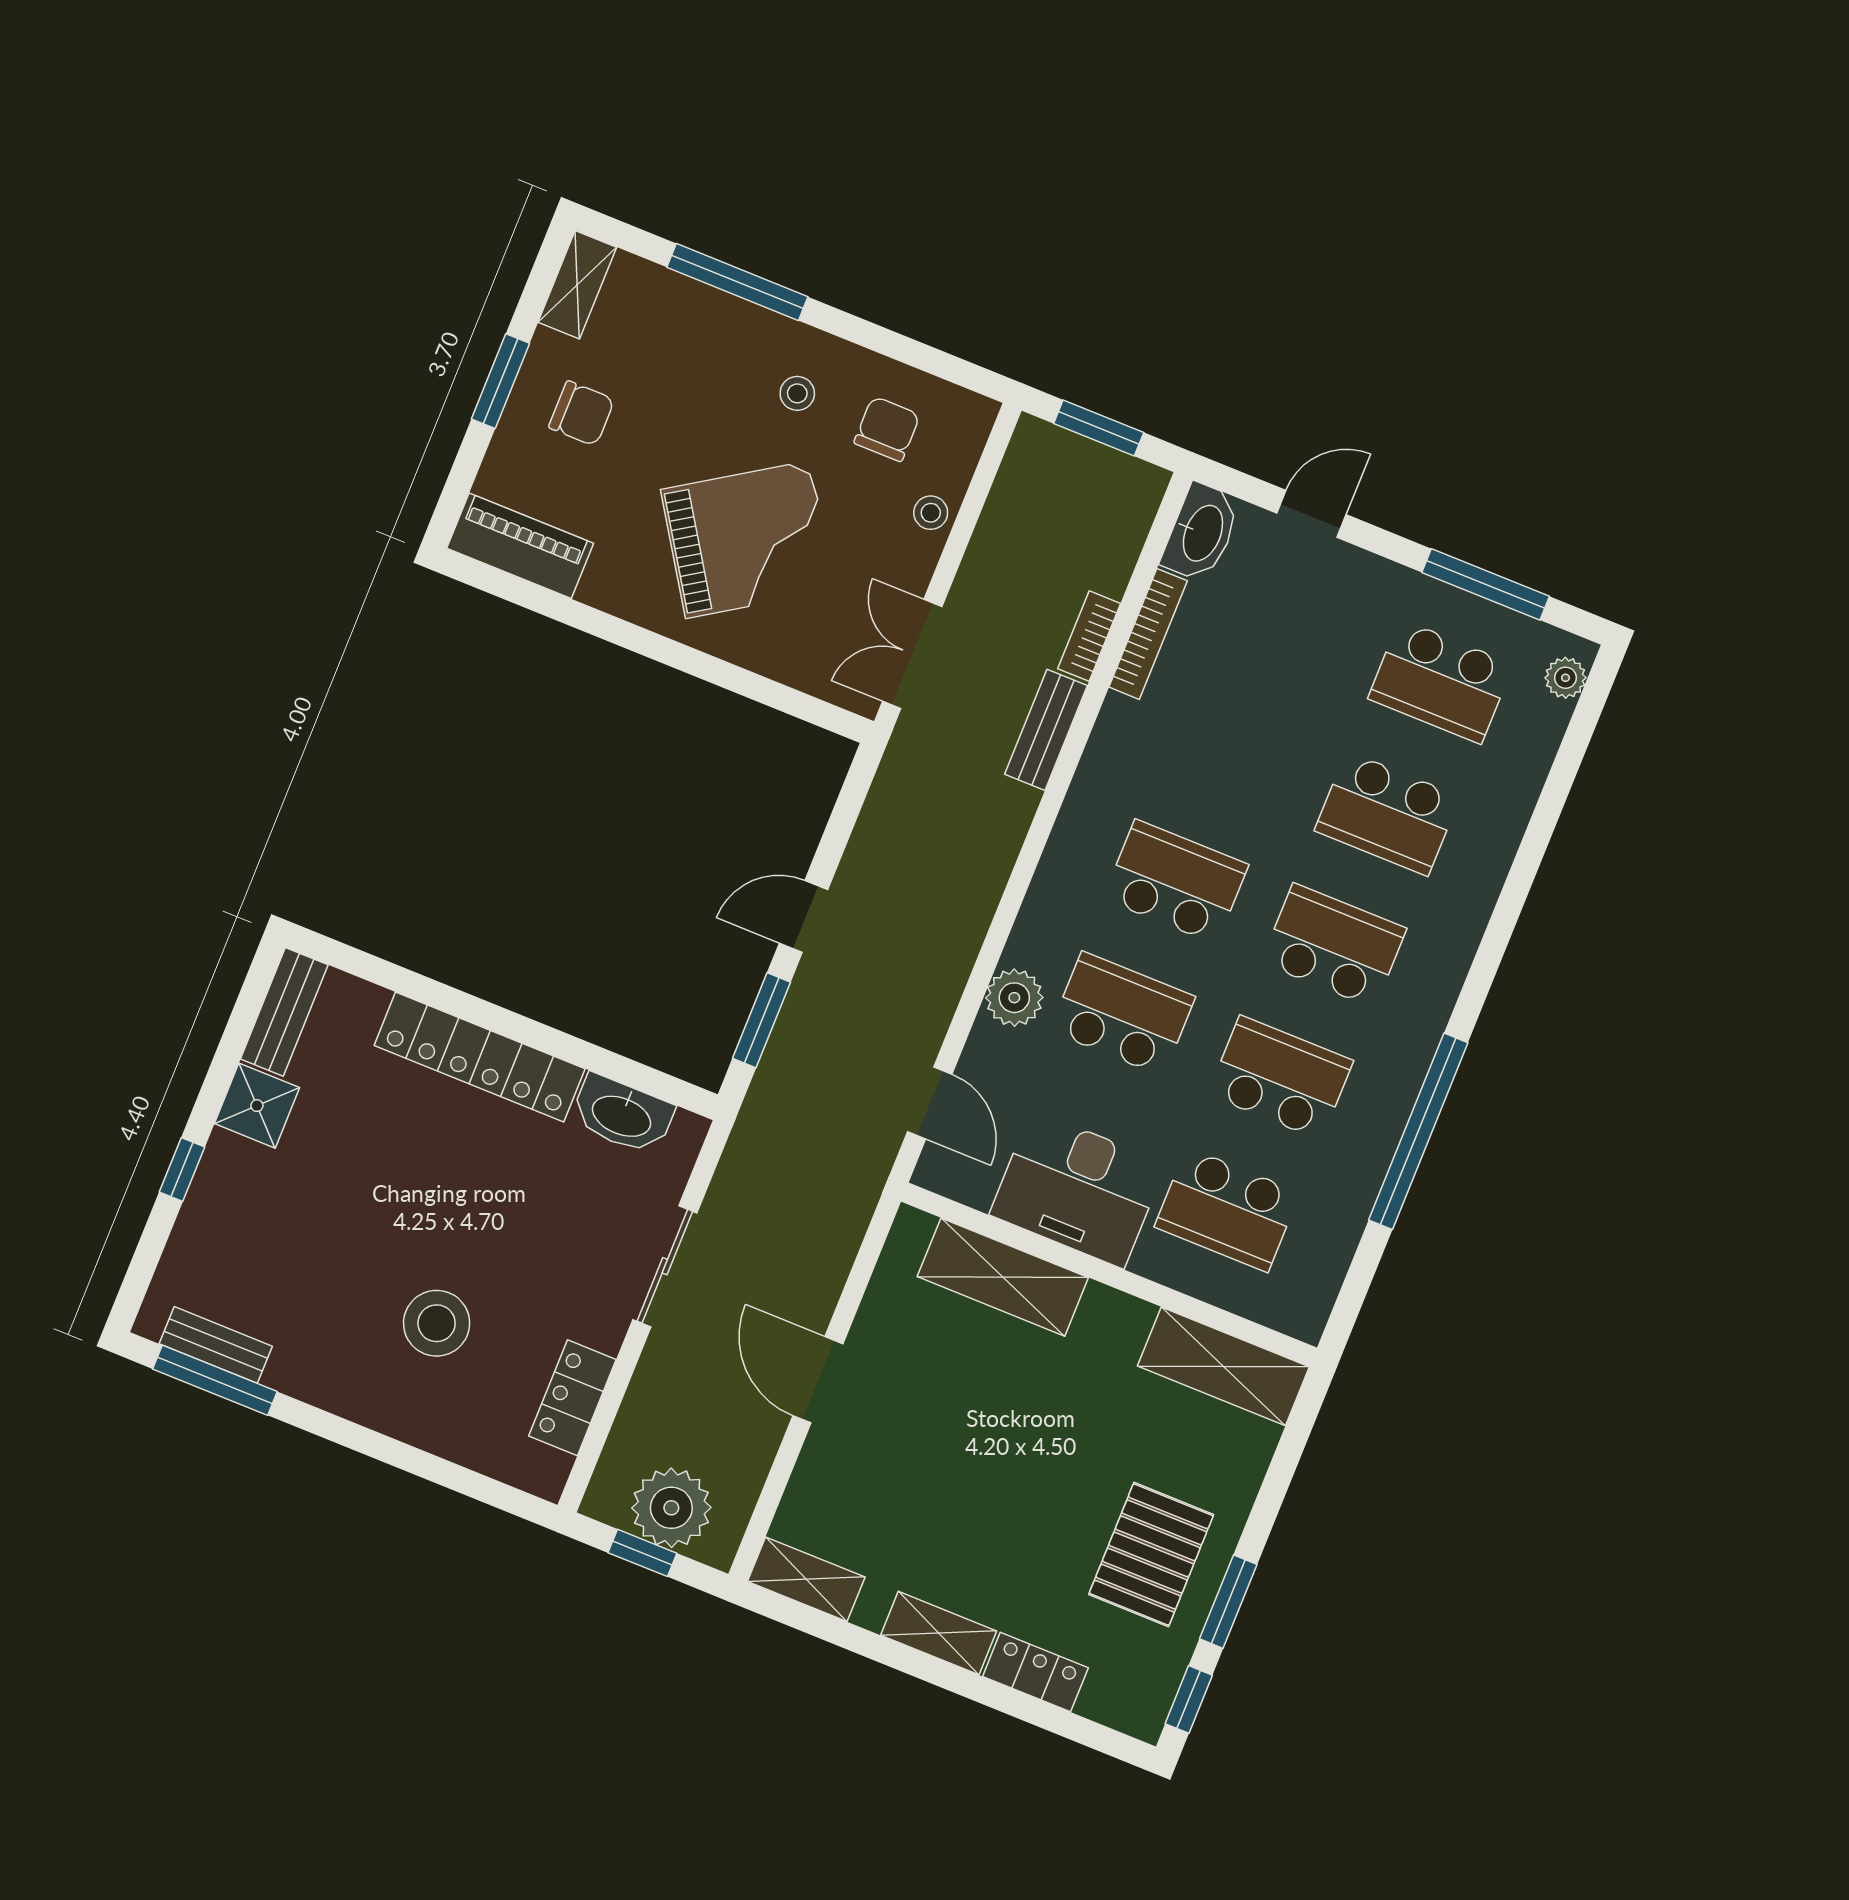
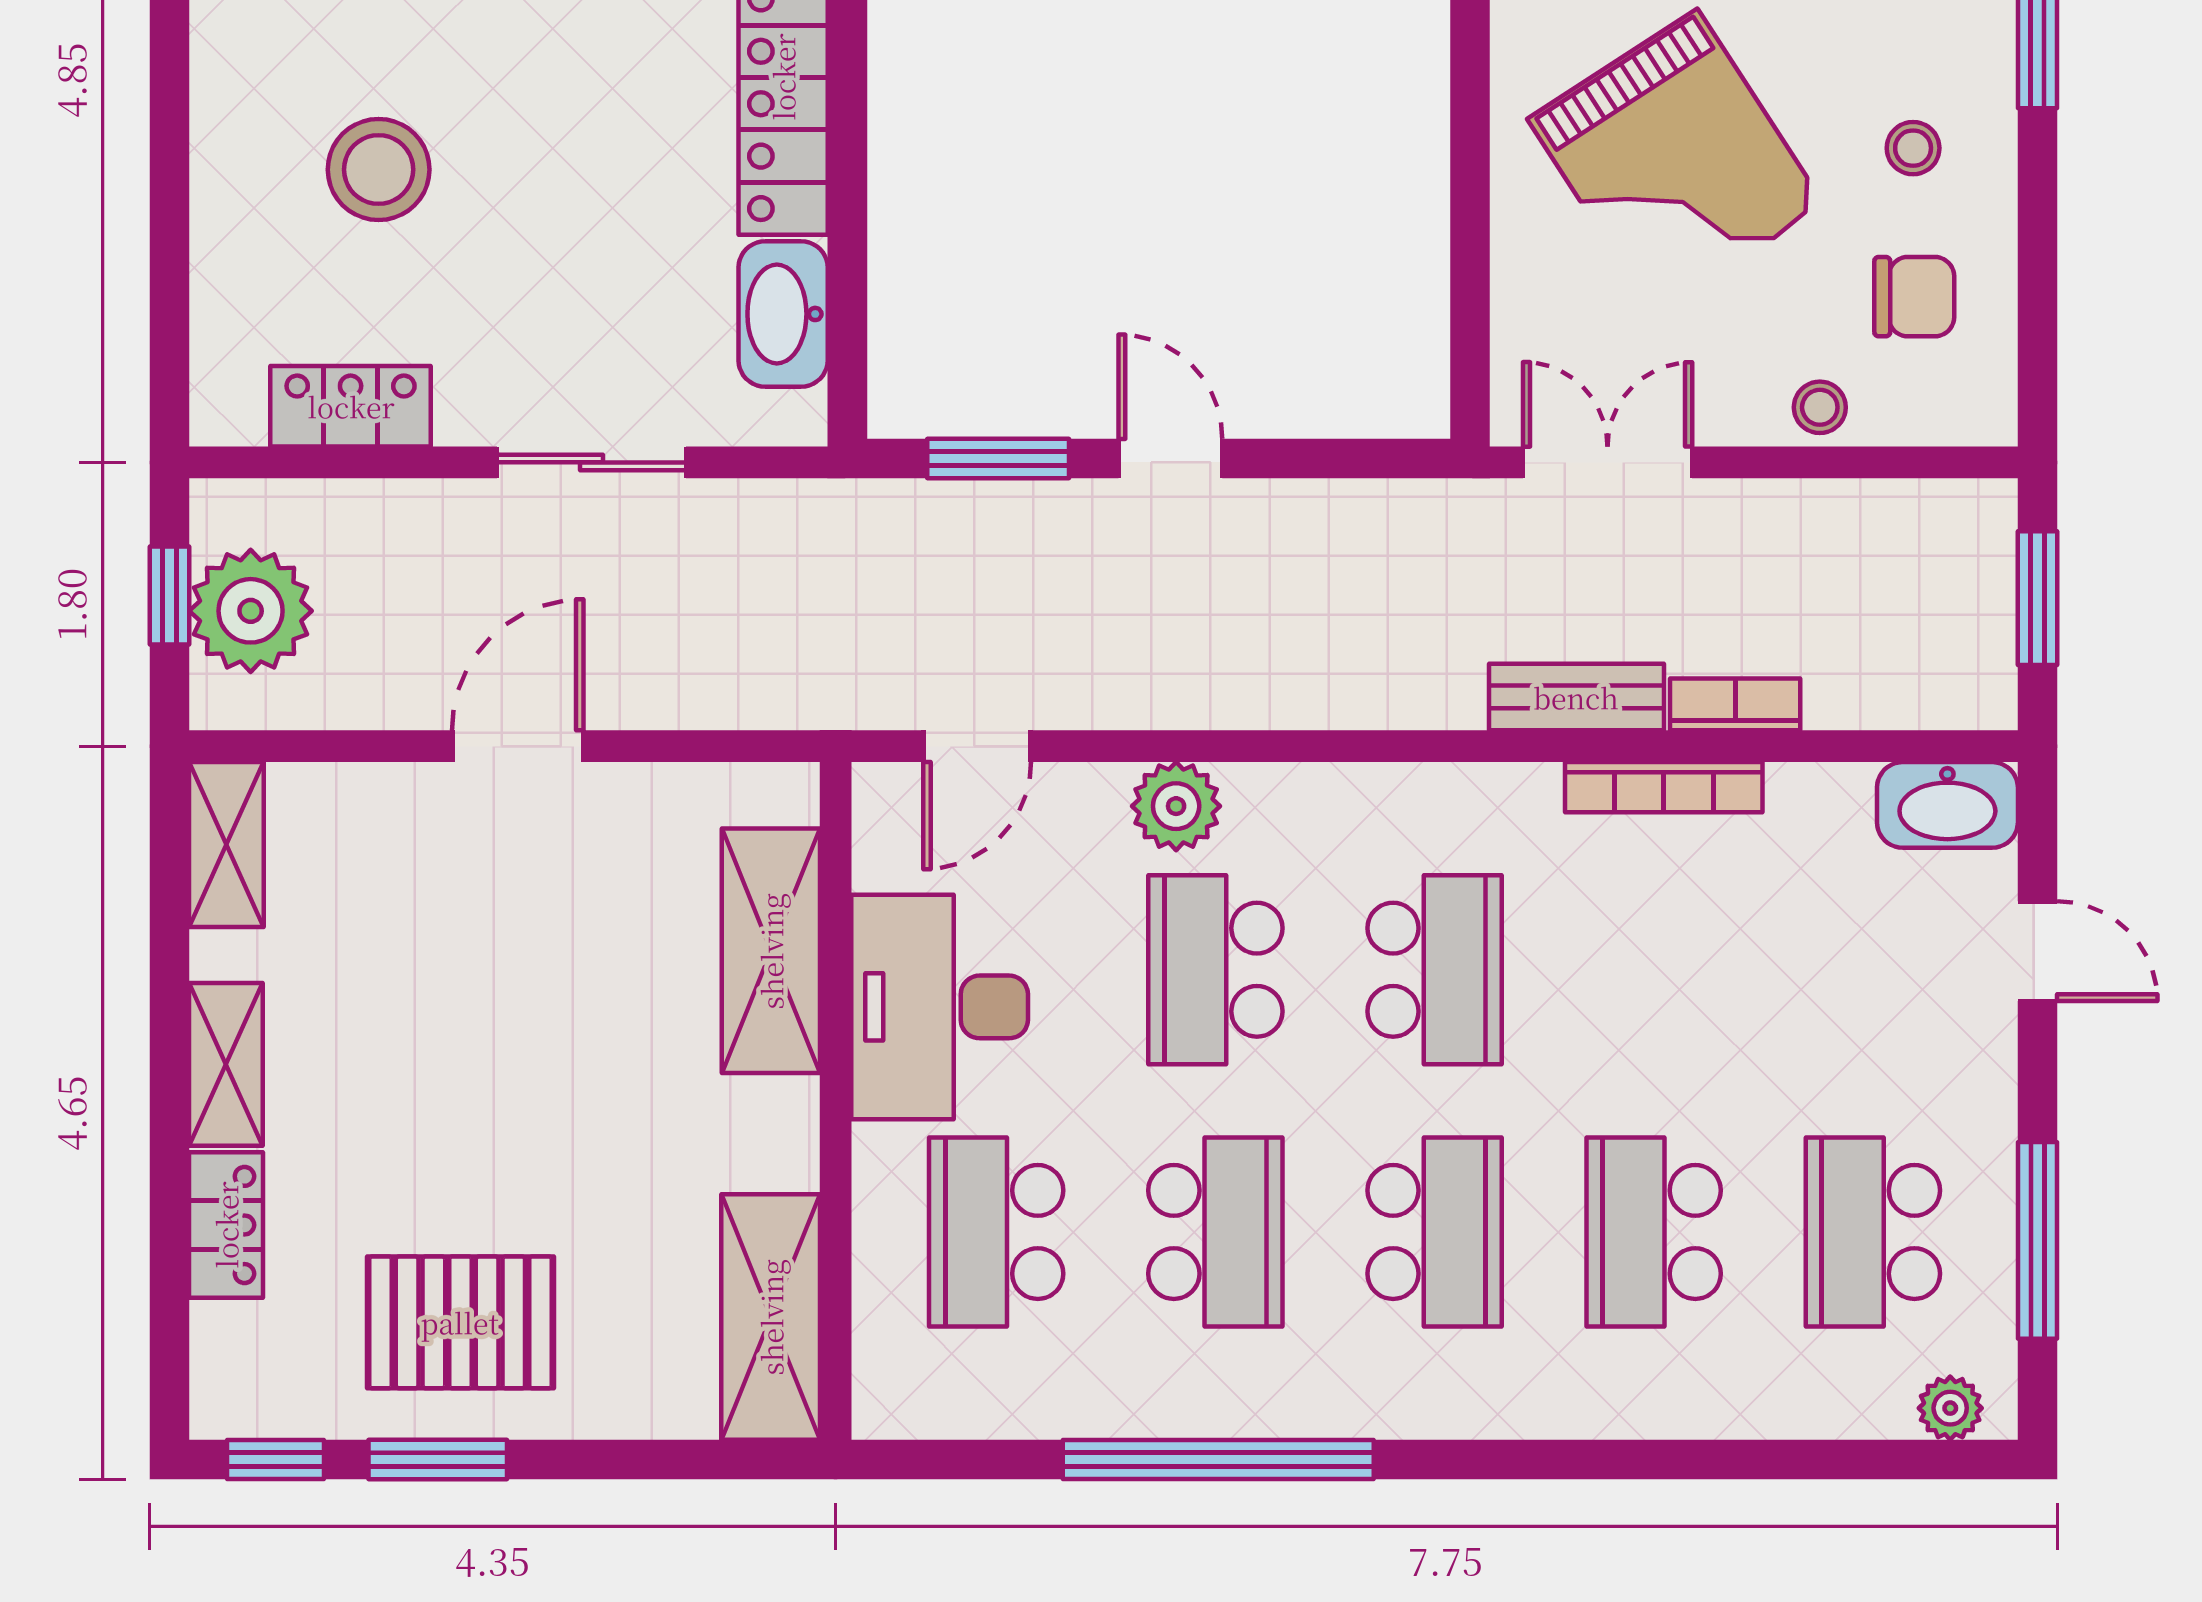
bookcase: (1148, 634) -> (1664, 787), moved
school desk: (1122, 1014) -> (1215, 970), turned 180

